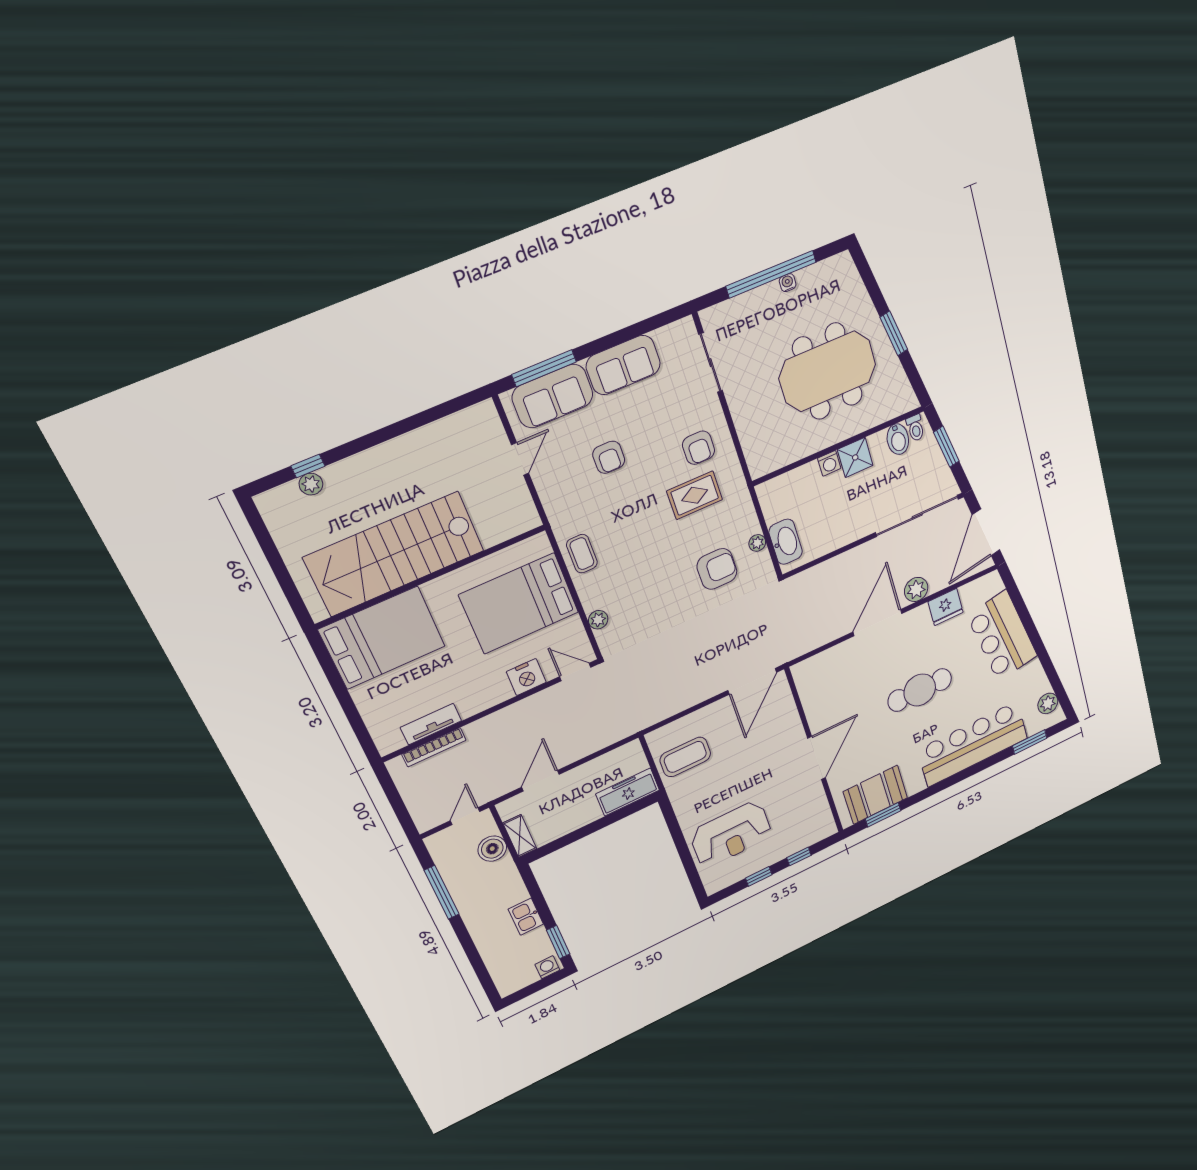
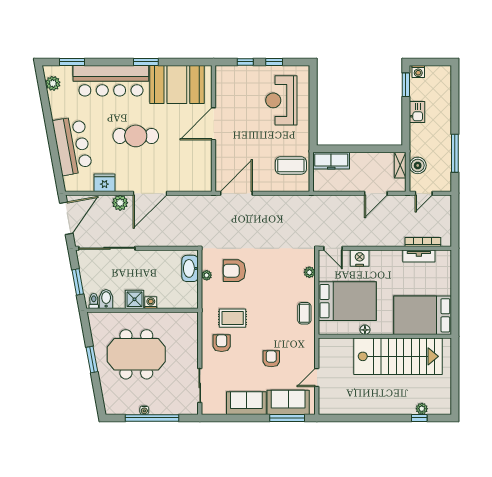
floor lamp: (470, 572) -> (365, 330), added
booth: (875, 795) -> (177, 84), width x1.36, depth x1.42
window: (883, 815) -> (146, 62), moved
reception desk: (731, 834) -> (281, 100), turned -90

